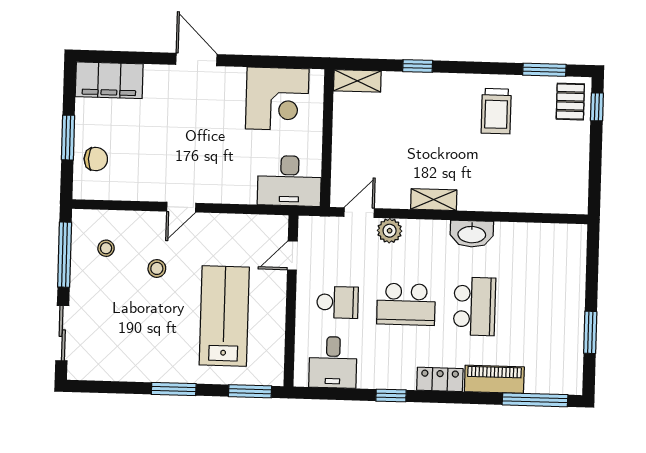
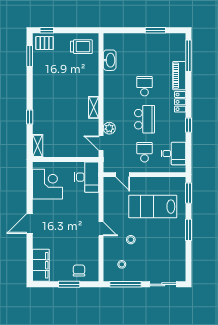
trolley: (496, 111) -> (81, 47), moved
washbasin: (472, 234) -> (110, 60), moved
school desk: (475, 306) -> (144, 86), width x0.54

